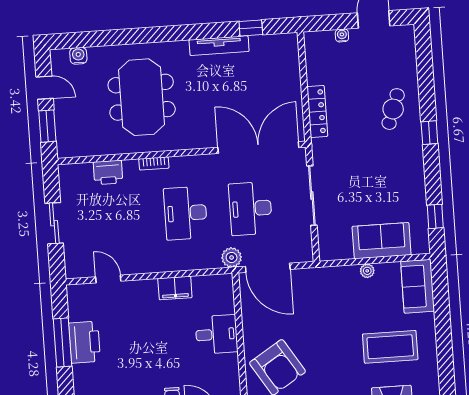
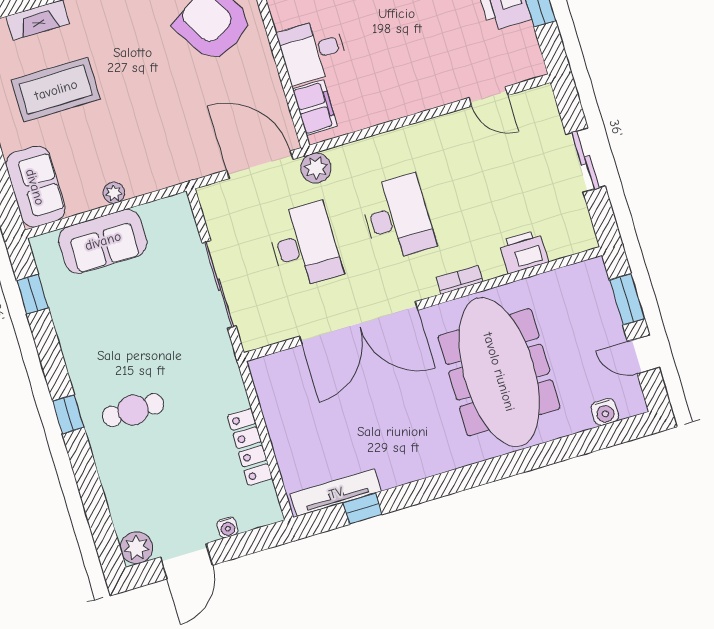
plant: (404, 35) -> (136, 548), added
tv unit: (219, 46) -> (336, 493), moved
meeting table: (142, 97) -> (499, 372), width x1.36
cafe table: (393, 109) -> (133, 410), moved, turned 70
locker: (317, 111) -> (250, 447), moved
double door: (258, 147) -> (359, 323), moved
filing cabinet: (175, 288) -> (315, 108), moved, turned 90

